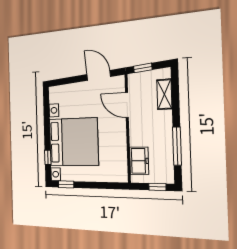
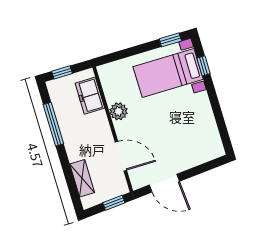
plant: (119, 141) -> (119, 111), added
bed with nightstands: (73, 142) -> (168, 73), width x0.54

